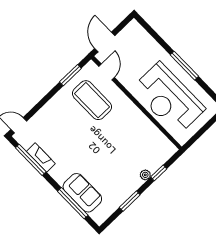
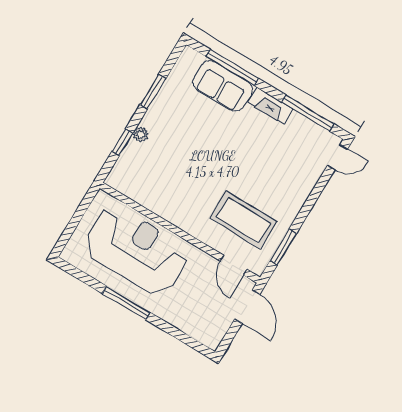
fireplace: (41, 157) -> (271, 106), moved

